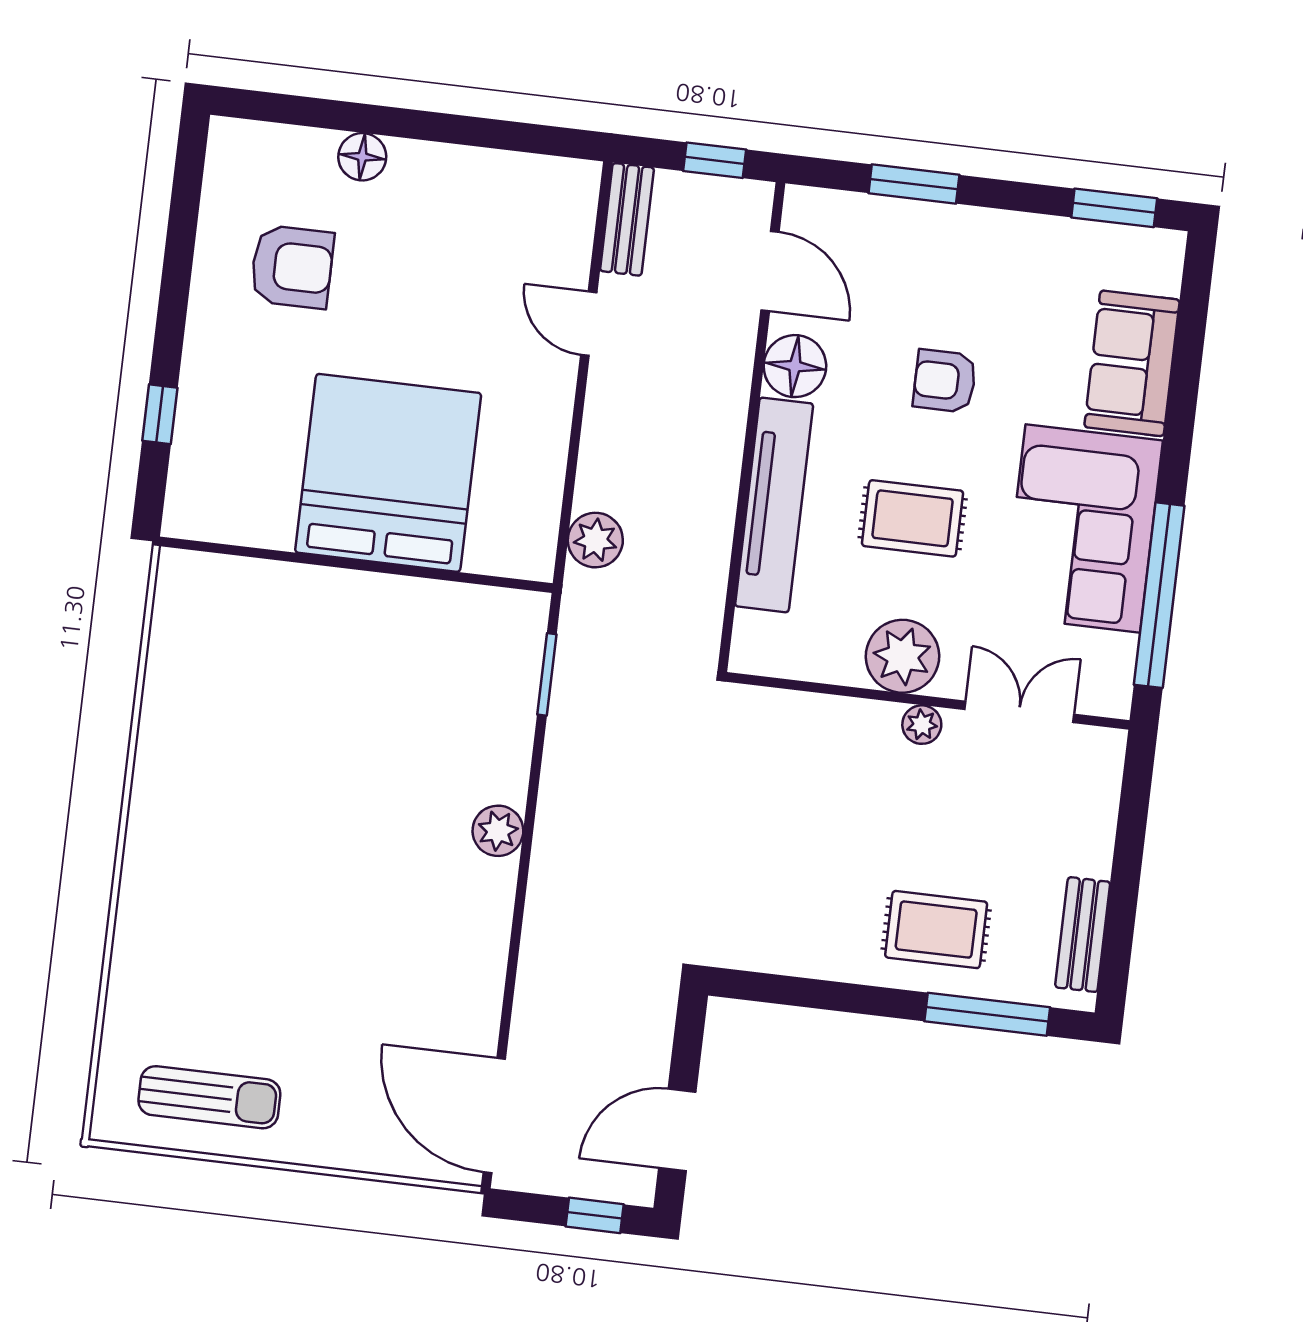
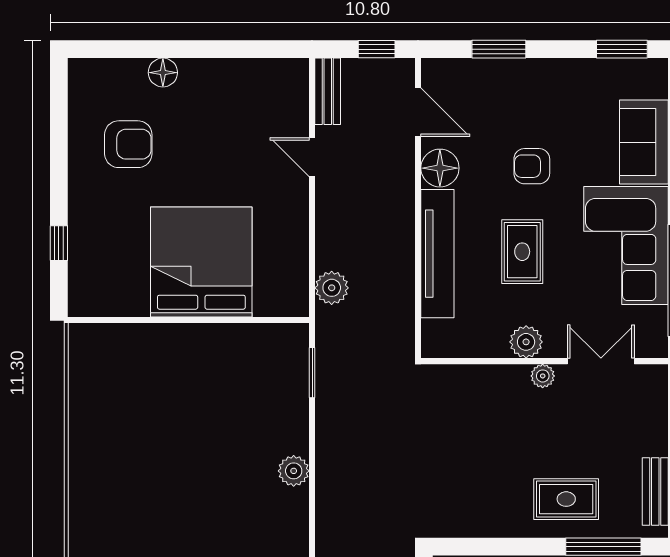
rug: (913, 518) -> (522, 252), turned 90
plant: (902, 656) -> (526, 342), width x0.73, depth x0.73

